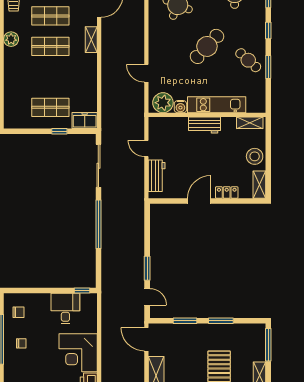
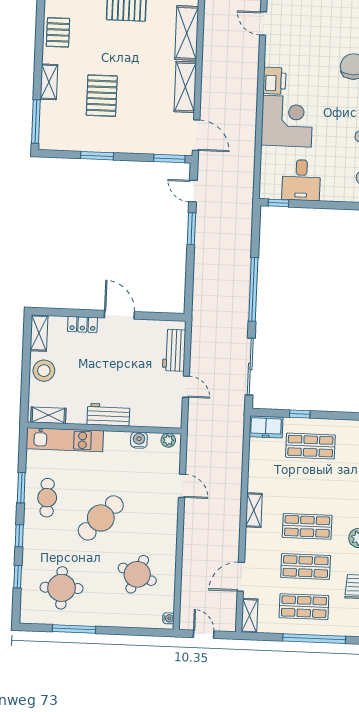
shelving: (91, 40) -> (254, 510), moved
cafe table: (248, 60) -> (47, 498), turned 48
plant: (163, 103) -> (168, 440), width x0.53, depth x0.53
kitchen unit: (217, 105) -> (65, 440), moved
door: (199, 201) -> (119, 315), swing flipped
window: (185, 321) -> (169, 159), moved

